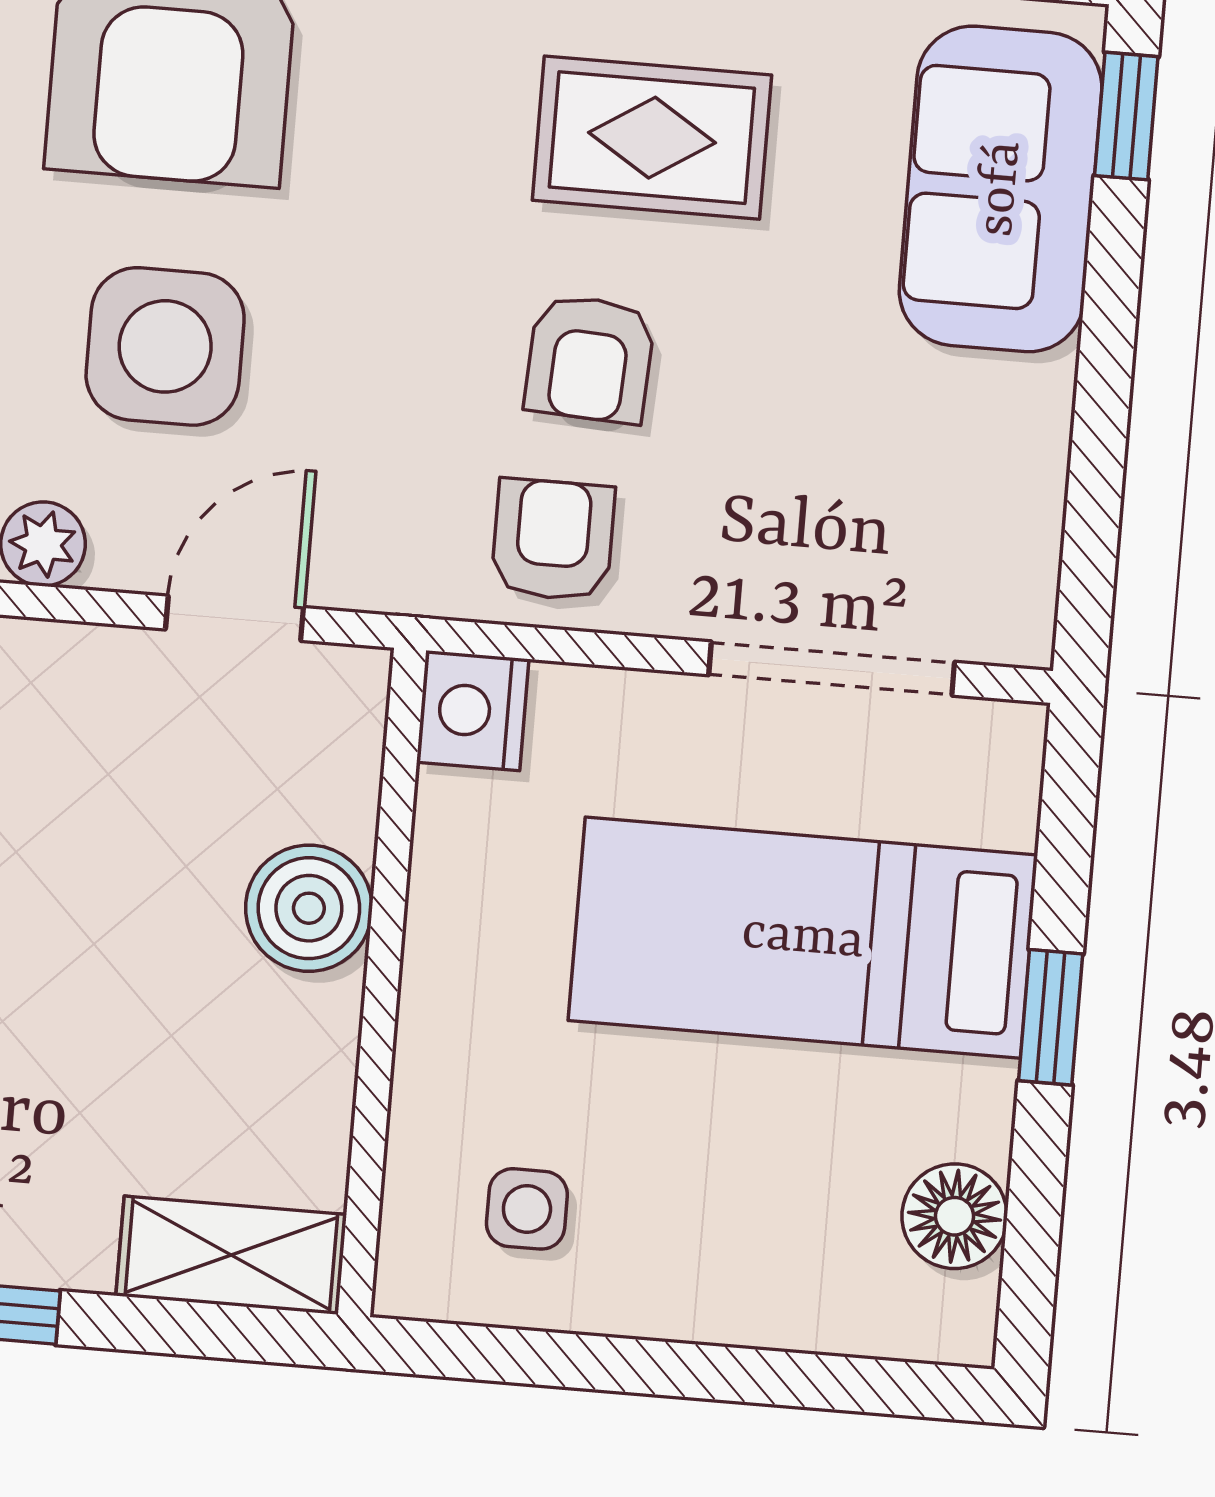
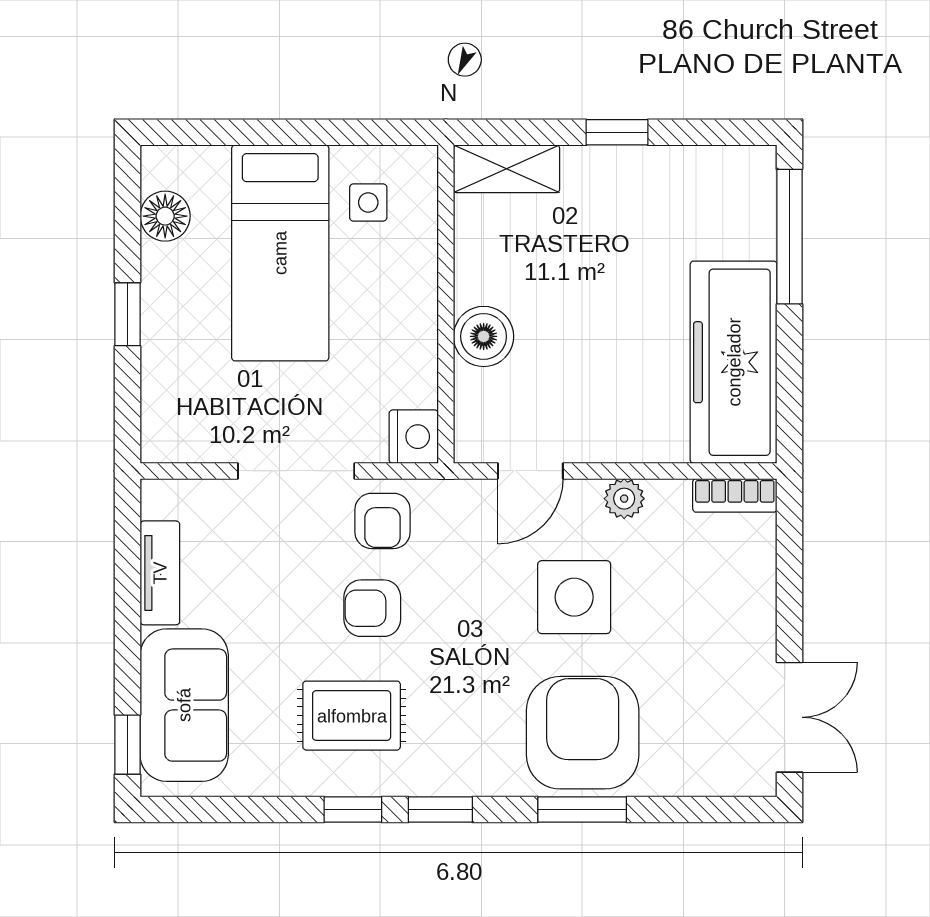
armchair: (590, 359) -> (372, 608), turned -93
tv unit: (1028, 470) -> (160, 573), added
doorway: (832, 668) -> (296, 471), moved
bed: (803, 938) -> (280, 253), moved, turned 90

